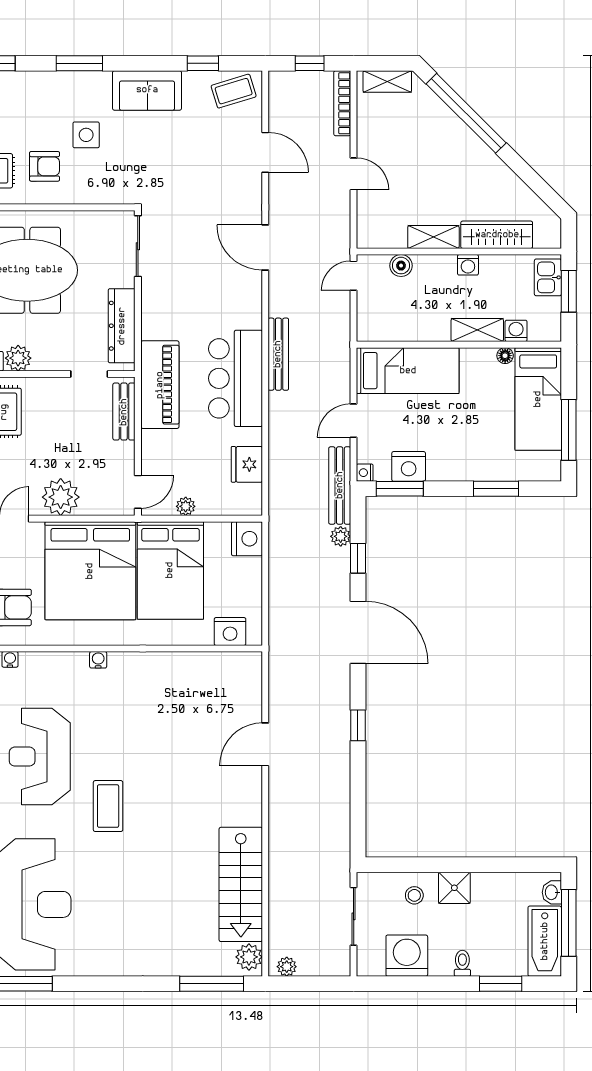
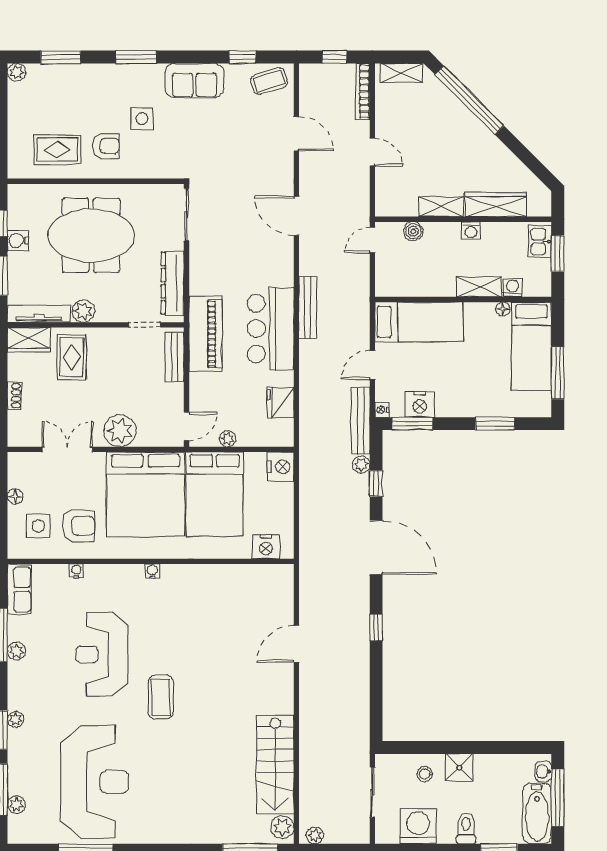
toilet: (462, 963) -> (466, 828), width x1.37, depth x1.39

